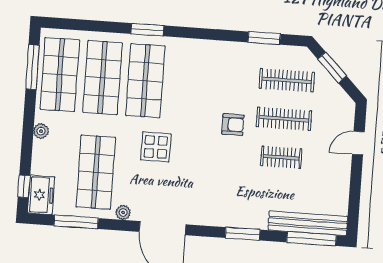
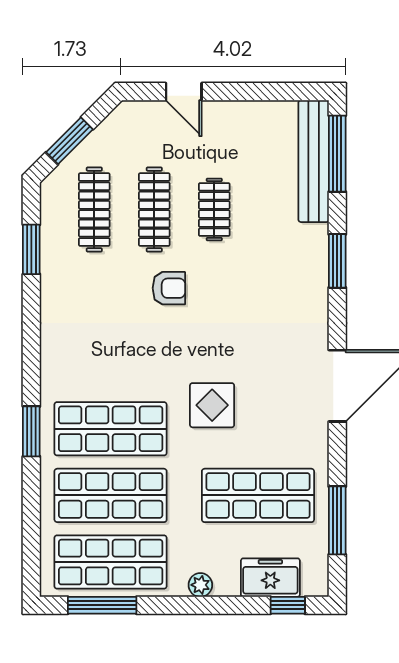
armchair: (233, 125) -> (169, 288), turned 90
freezer: (41, 195) -> (270, 578), moved
plant: (123, 212) -> (317, 449), removed

